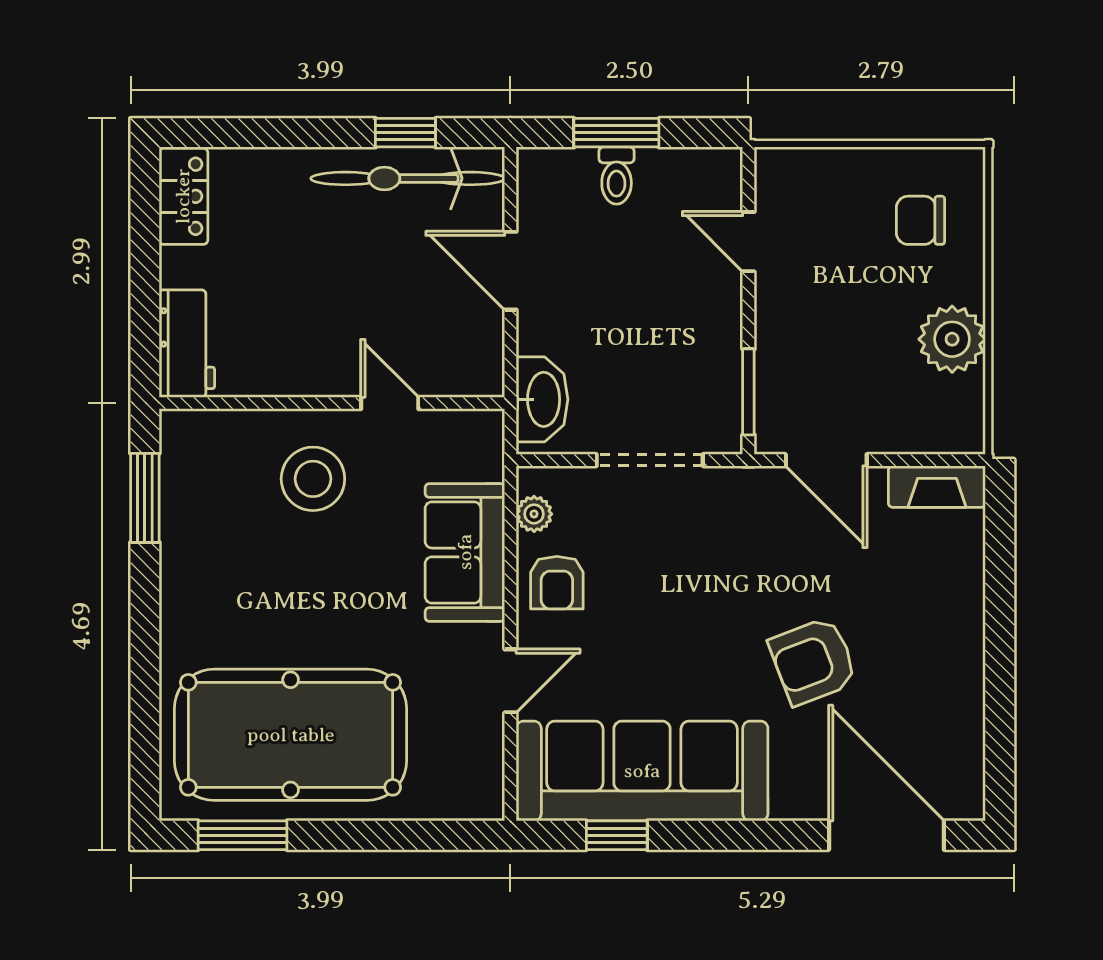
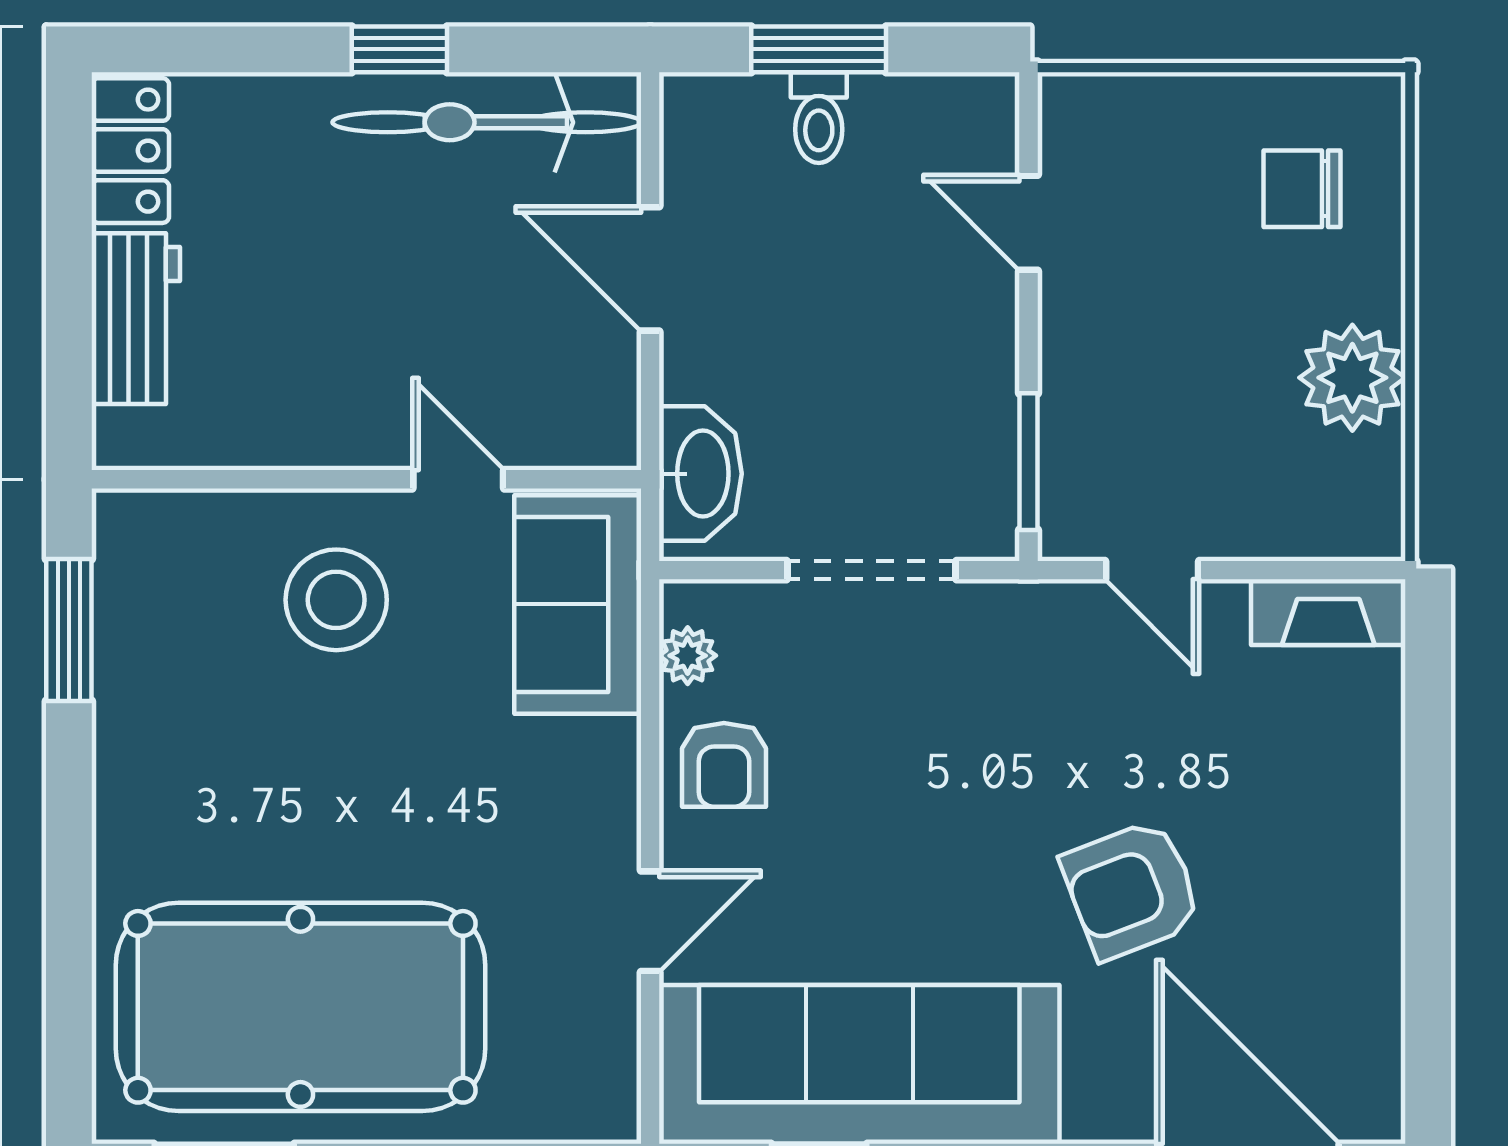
window: (405, 133) -> (399, 49), moved
workbench: (187, 344) -> (136, 319), moved
door: (826, 460) -> (1152, 570), width x0.73
sofa: (465, 552) -> (578, 604), moved

